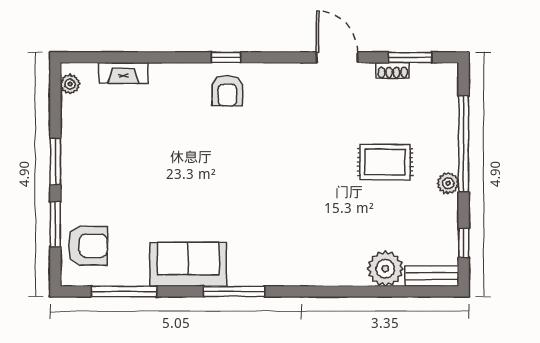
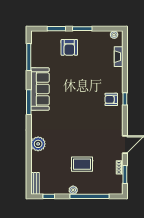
rug: (385, 162) -> (82, 164), turned 90
armchair: (88, 246) -> (69, 47), moved
sofa: (188, 264) -> (40, 89), width x1.36
plant: (385, 269) -> (38, 144), moved

